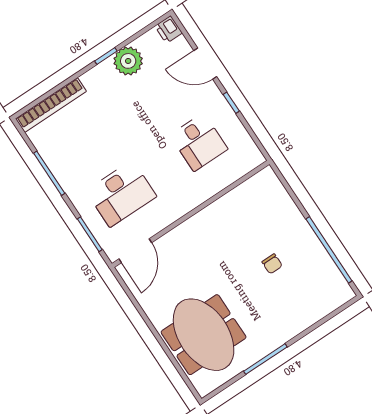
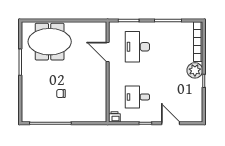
printer: (169, 30) -> (114, 117), moved
plant: (128, 61) -> (195, 70), moved
door: (205, 64) -> (171, 123), hinge flipped
door: (135, 251) -> (108, 52), moved

